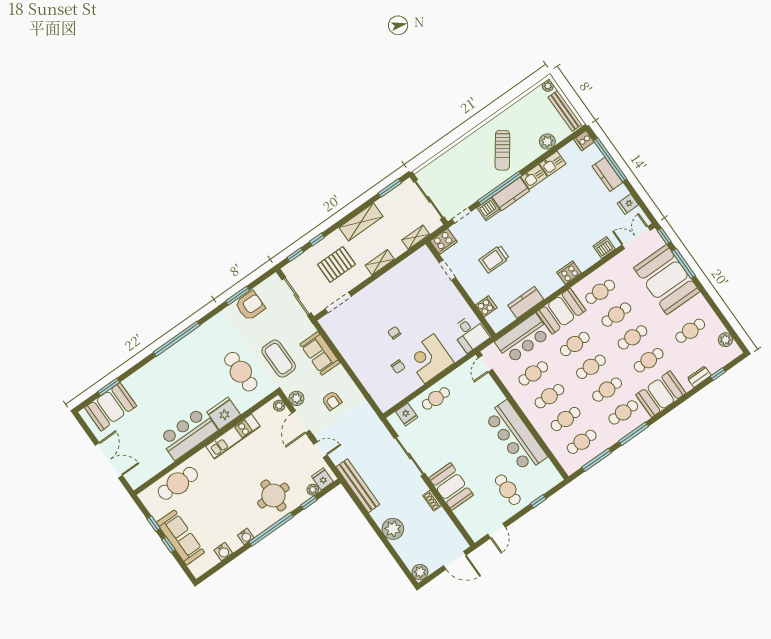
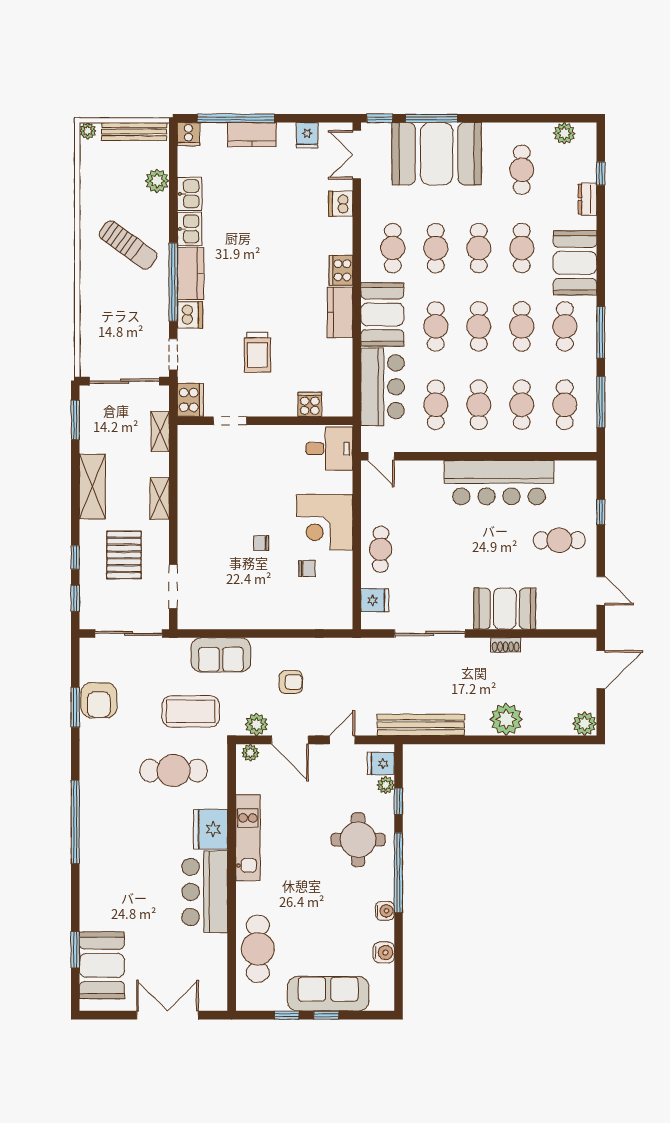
kitchen counter: (526, 302) -> (340, 312), moved
armchair: (250, 306) -> (99, 700), turned 180

